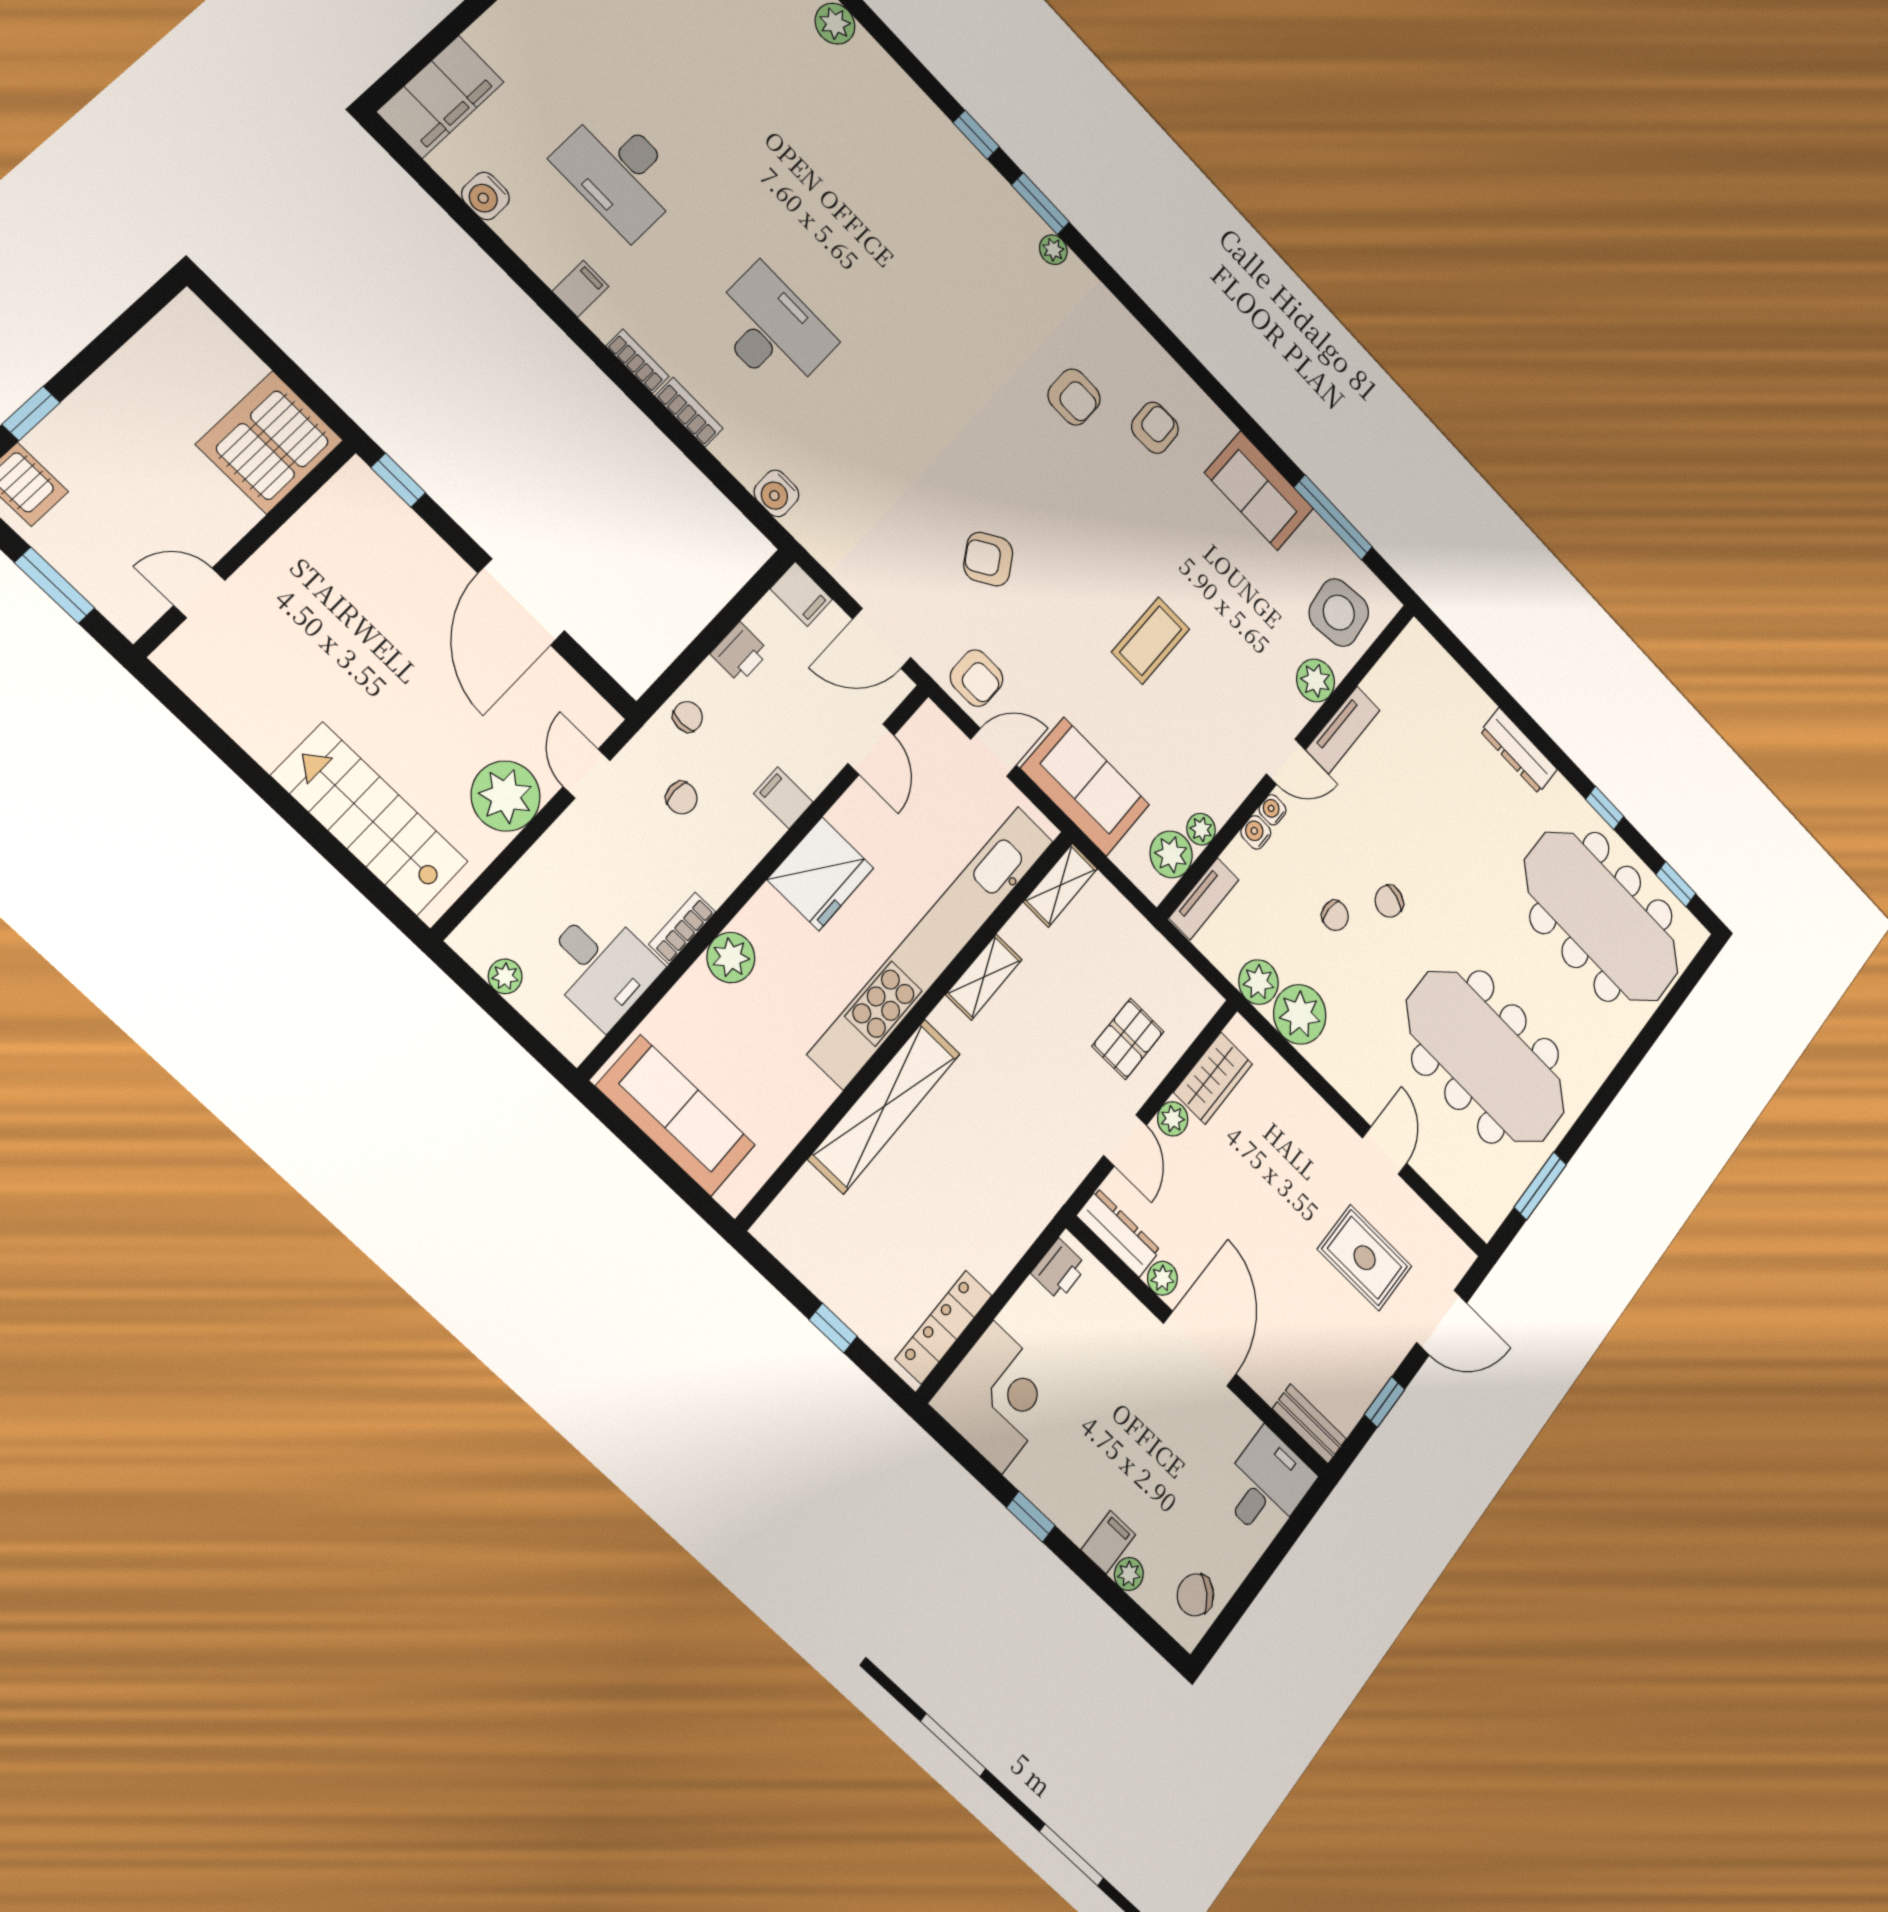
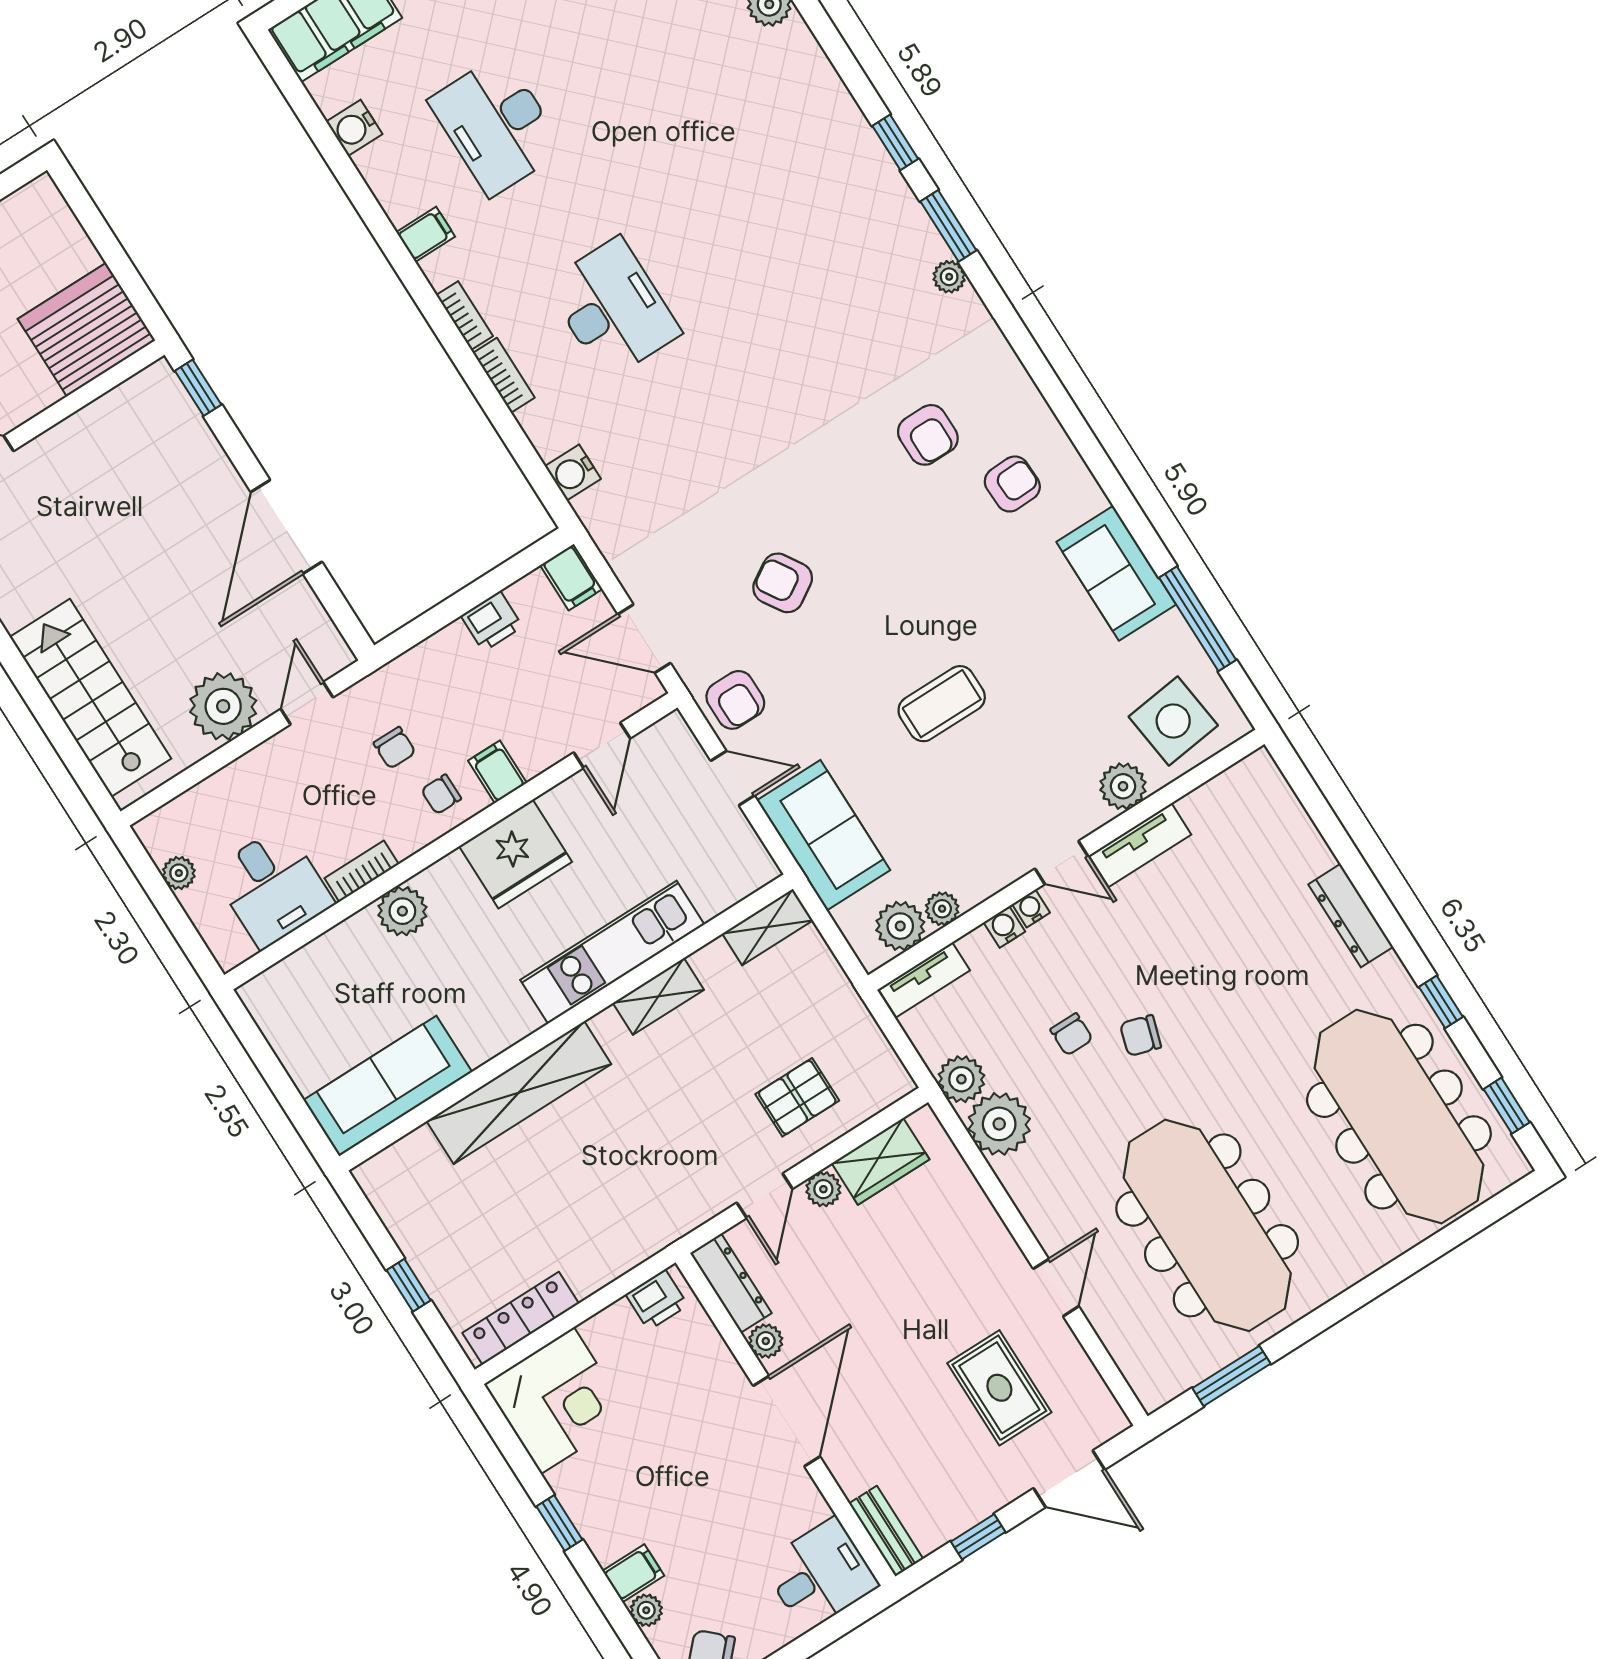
chair: (688, 717) -> (441, 794), moved, turned 180
kitchen unit: (932, 946) -> (612, 952), width x0.54
sofa: (676, 1116) -> (388, 1086), moved, turned -90

